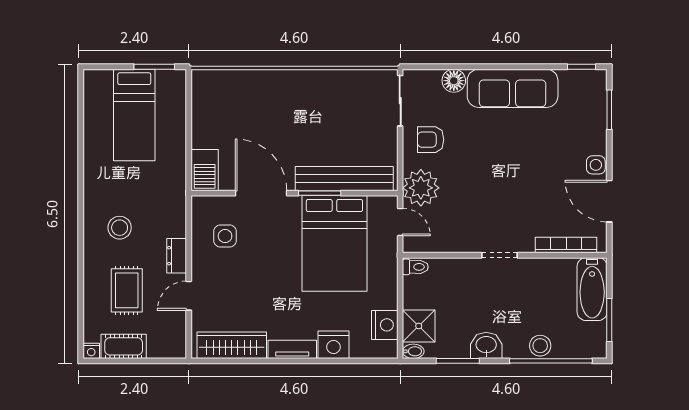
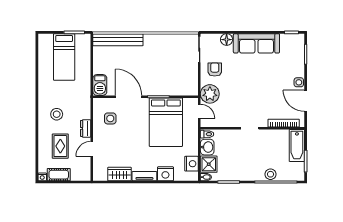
armchair: (431, 140) -> (215, 69), turned 90
bench: (344, 179) -> (118, 40), moved
wardrobe: (232, 345) -> (120, 174), width x0.67
washbasin: (486, 345) -> (207, 147), moved, turned 90

